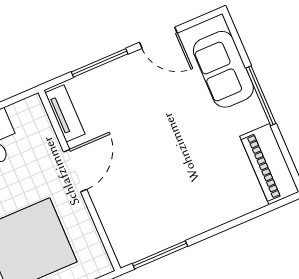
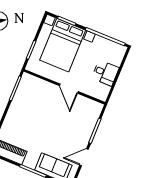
tv unit: (65, 113) -> (90, 104), removed

